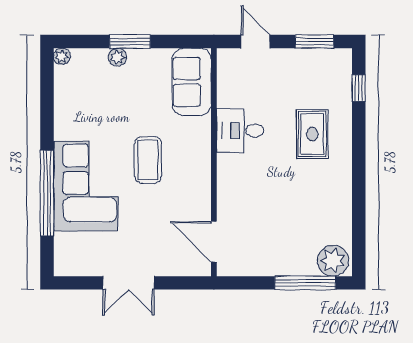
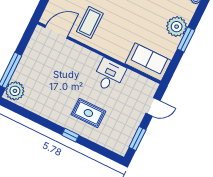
plant: (118, 57) -> (177, 27), width x1.88, depth x1.88
window: (359, 88) -> (70, 135), moved
coffee table: (148, 160) -> (90, 22), moved, turned 90

